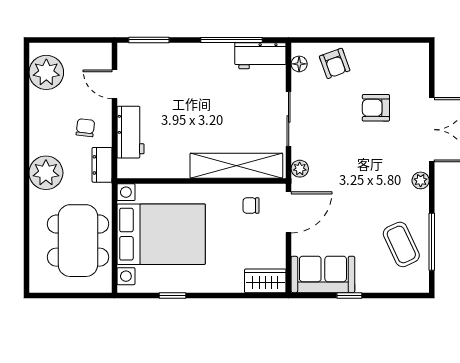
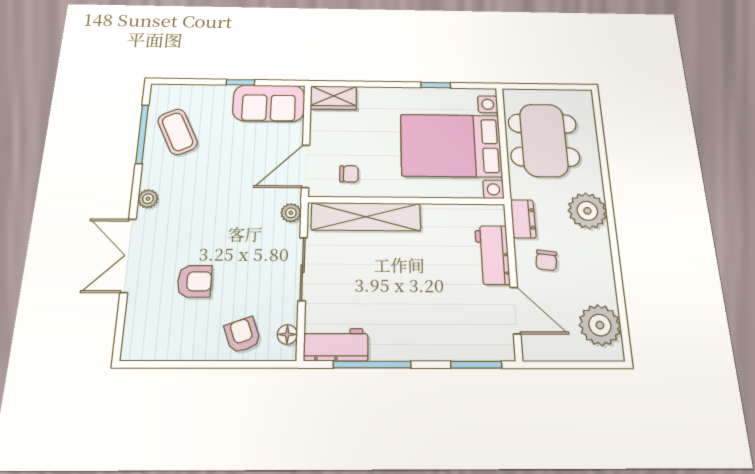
door: (115, 84) -> (515, 310), width x1.37

